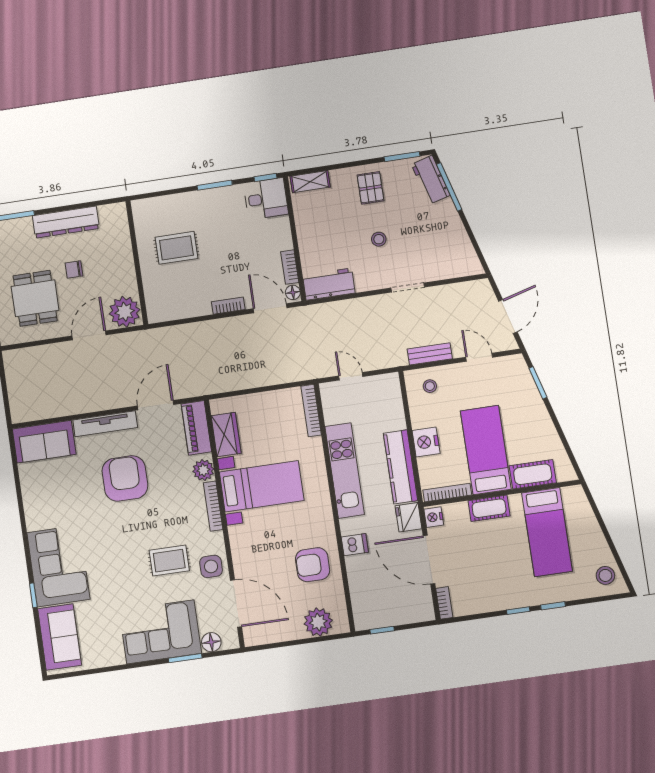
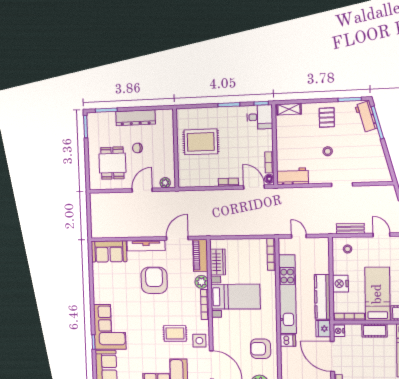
rug: (176, 248) -> (201, 142), width x1.36, depth x1.43
plant: (125, 312) -> (165, 183), width x0.53, depth x0.53
kitchen unit: (345, 471) -> (287, 294), width x1.36

